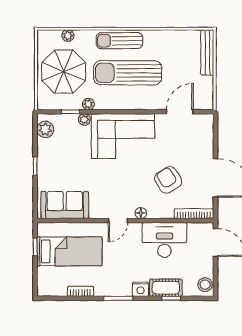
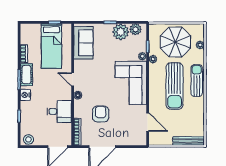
sun lounger: (128, 73) -> (175, 86), turned 180
plant: (49, 151) -> (121, 32), added
armchair: (168, 180) -> (101, 114), turned -57
desk: (164, 240) -> (59, 111), width x0.73
cot: (166, 288) -> (26, 75), moved

